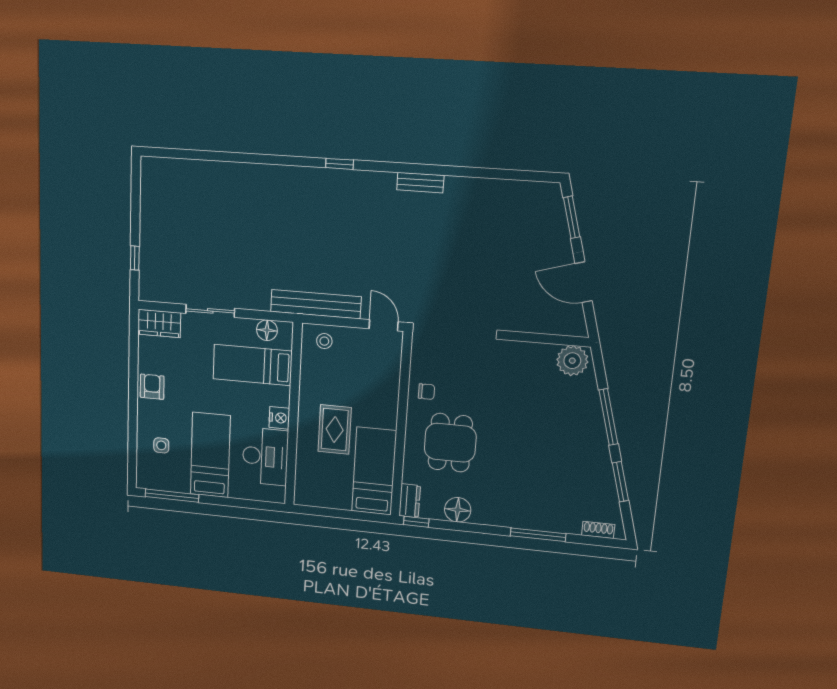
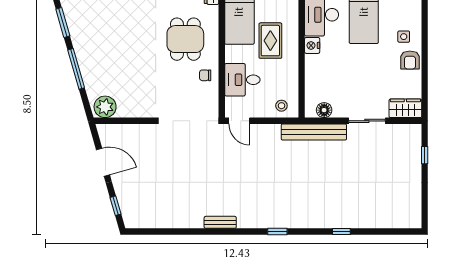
window: (250, 158) -> (341, 232), added
window: (572, 217) -> (115, 206), width x0.67
bench: (316, 304) -> (314, 132), moved
bed: (253, 365) -> (334, 83), removed
desk: (376, 381) -> (242, 80), added
side table: (161, 445) -> (404, 37), moved

